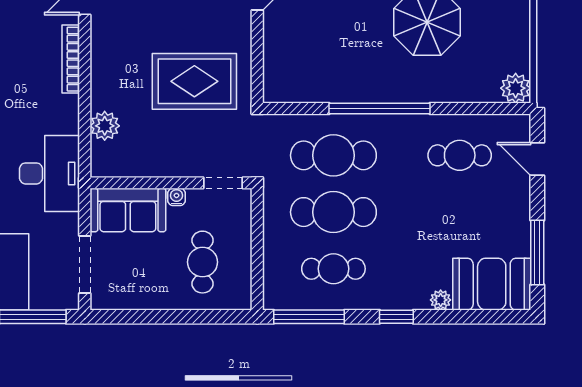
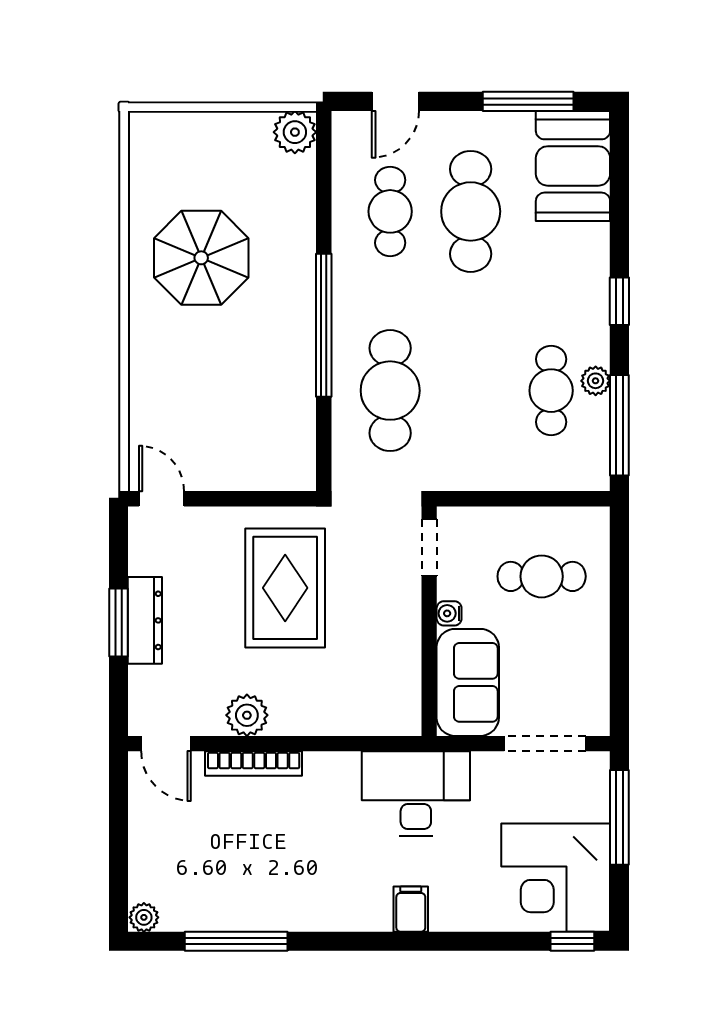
plant: (105, 126) -> (247, 715), moved
cafe table: (333, 212) -> (471, 211), moved
plant: (441, 300) -> (596, 381), moved

